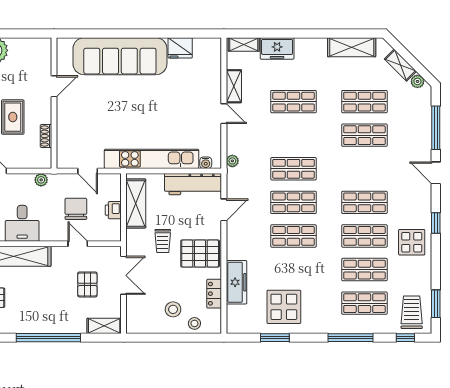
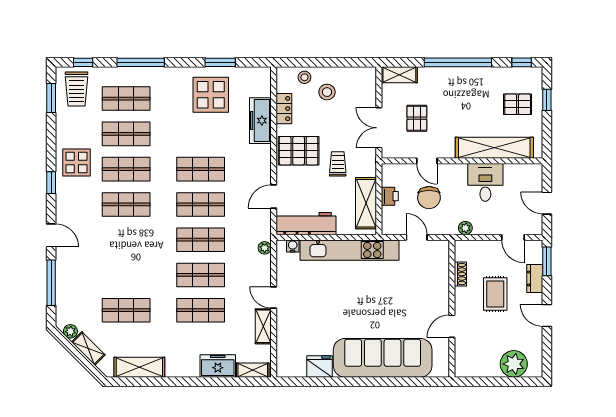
shop shelf: (364, 135) -> (201, 275), moved

